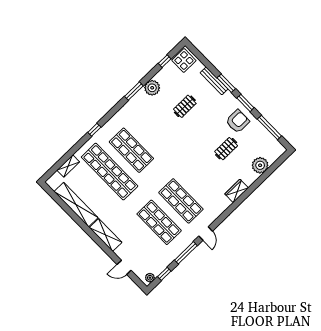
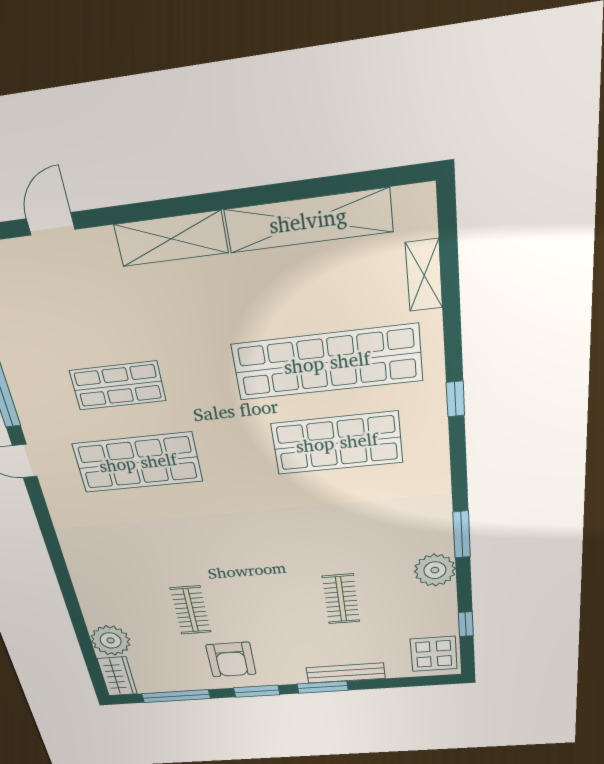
wardrobe: (237, 191) -> (117, 676), moved
shop shelf: (159, 222) -> (118, 386), width x0.70, depth x0.74

